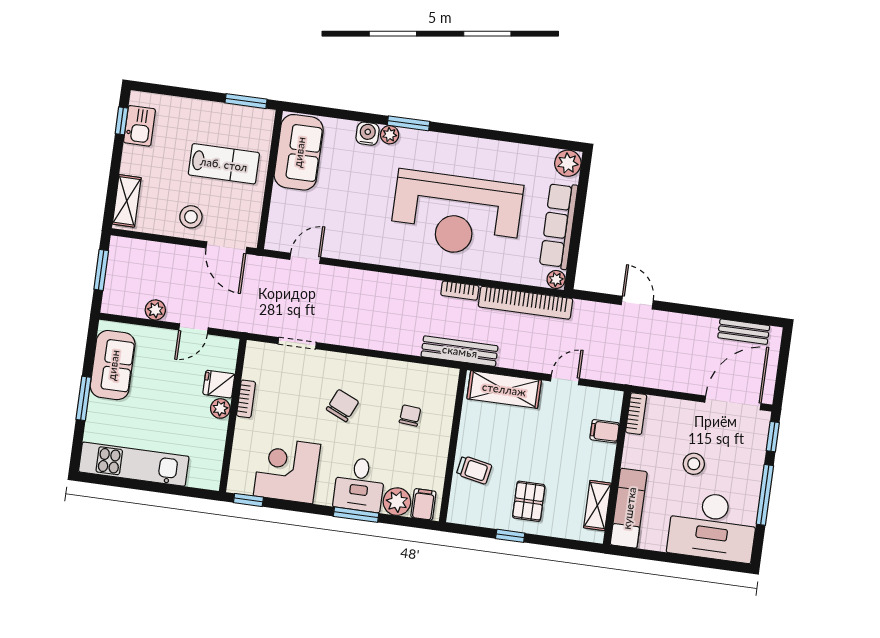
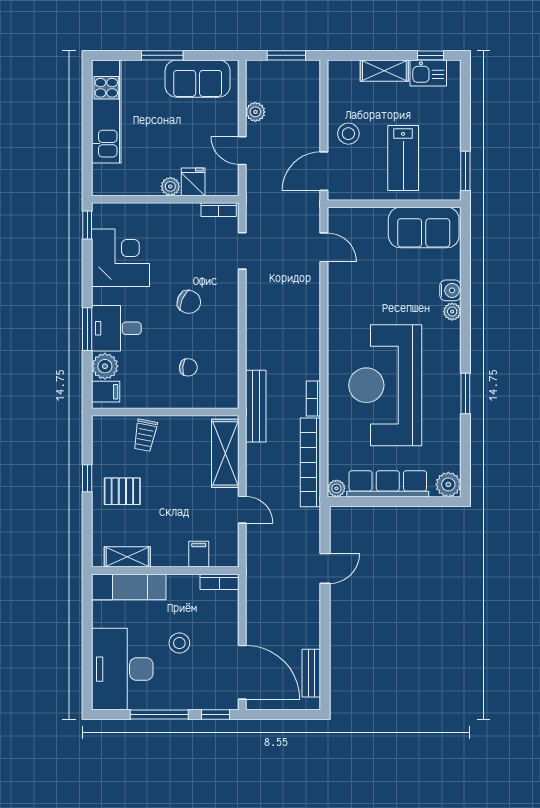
window: (409, 123) -> (465, 393), moved
shelving: (127, 201) -> (384, 71), moved
bookcase: (246, 399) -> (219, 210), moved

